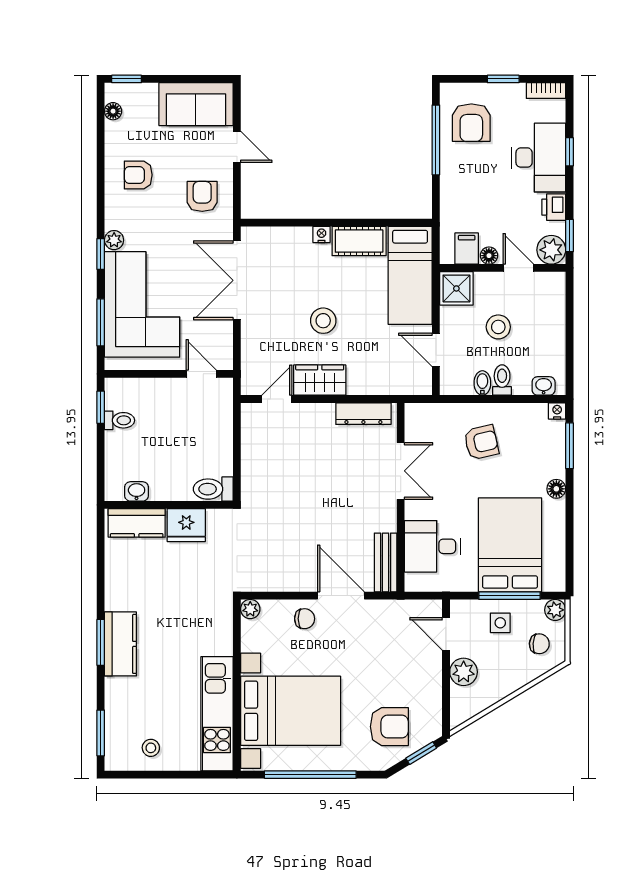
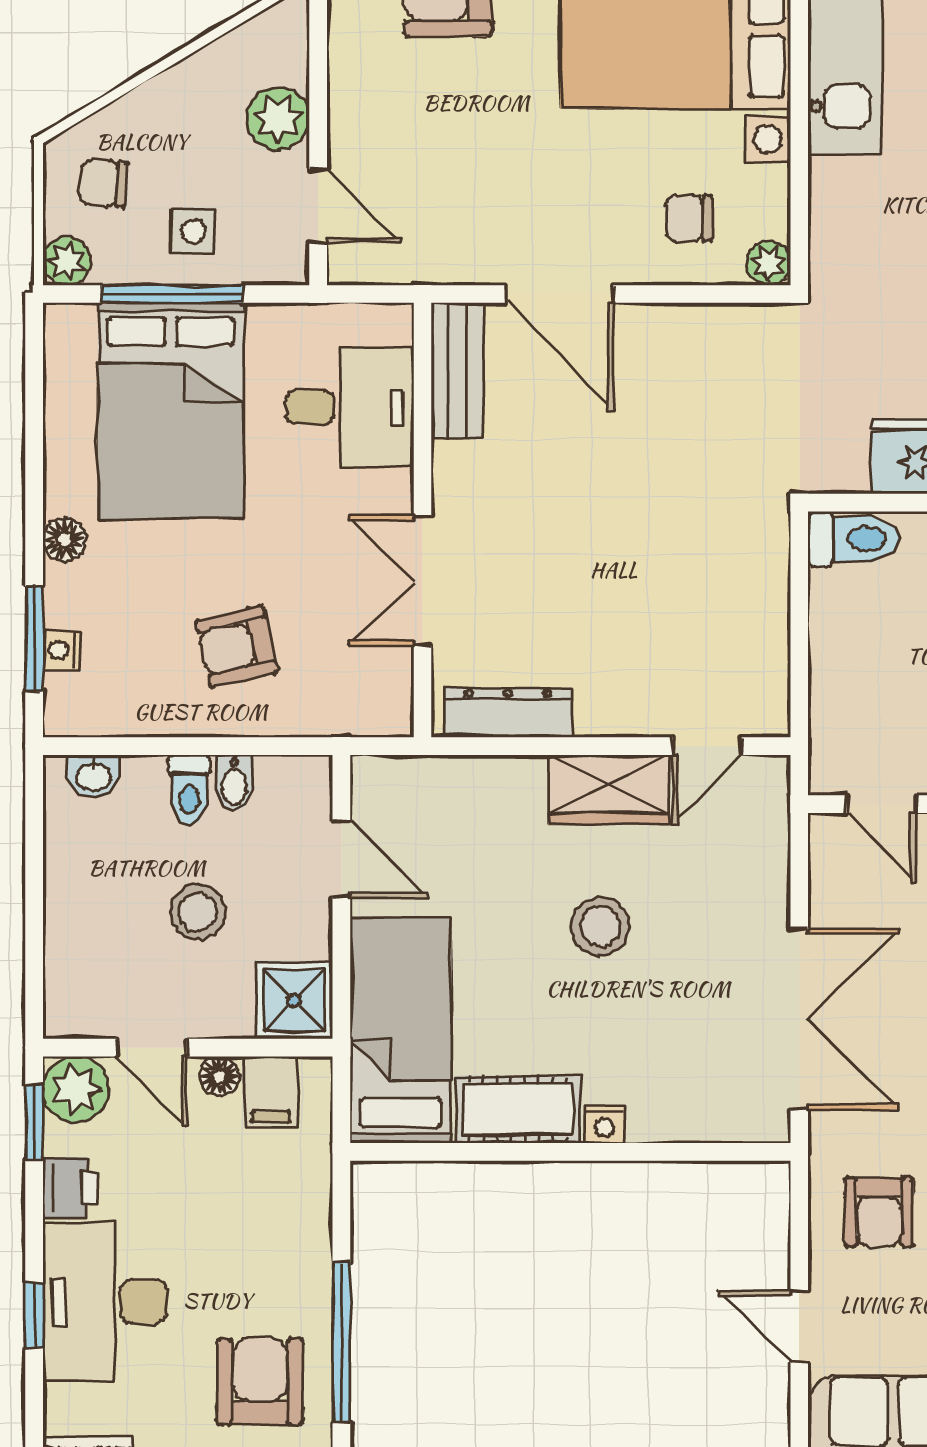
nightstand: (557, 411) -> (61, 650), moved, turned 90
chair: (305, 619) -> (689, 218), moved

